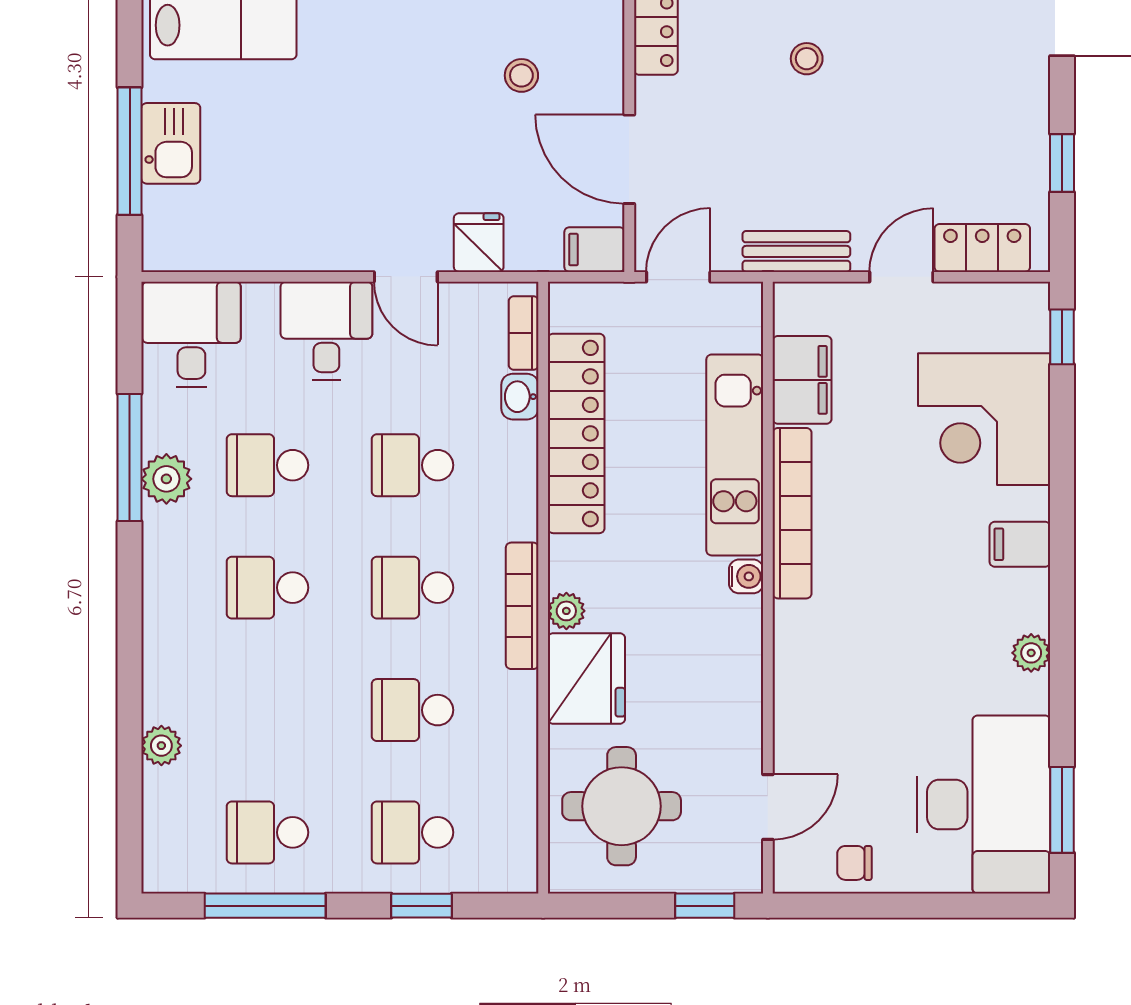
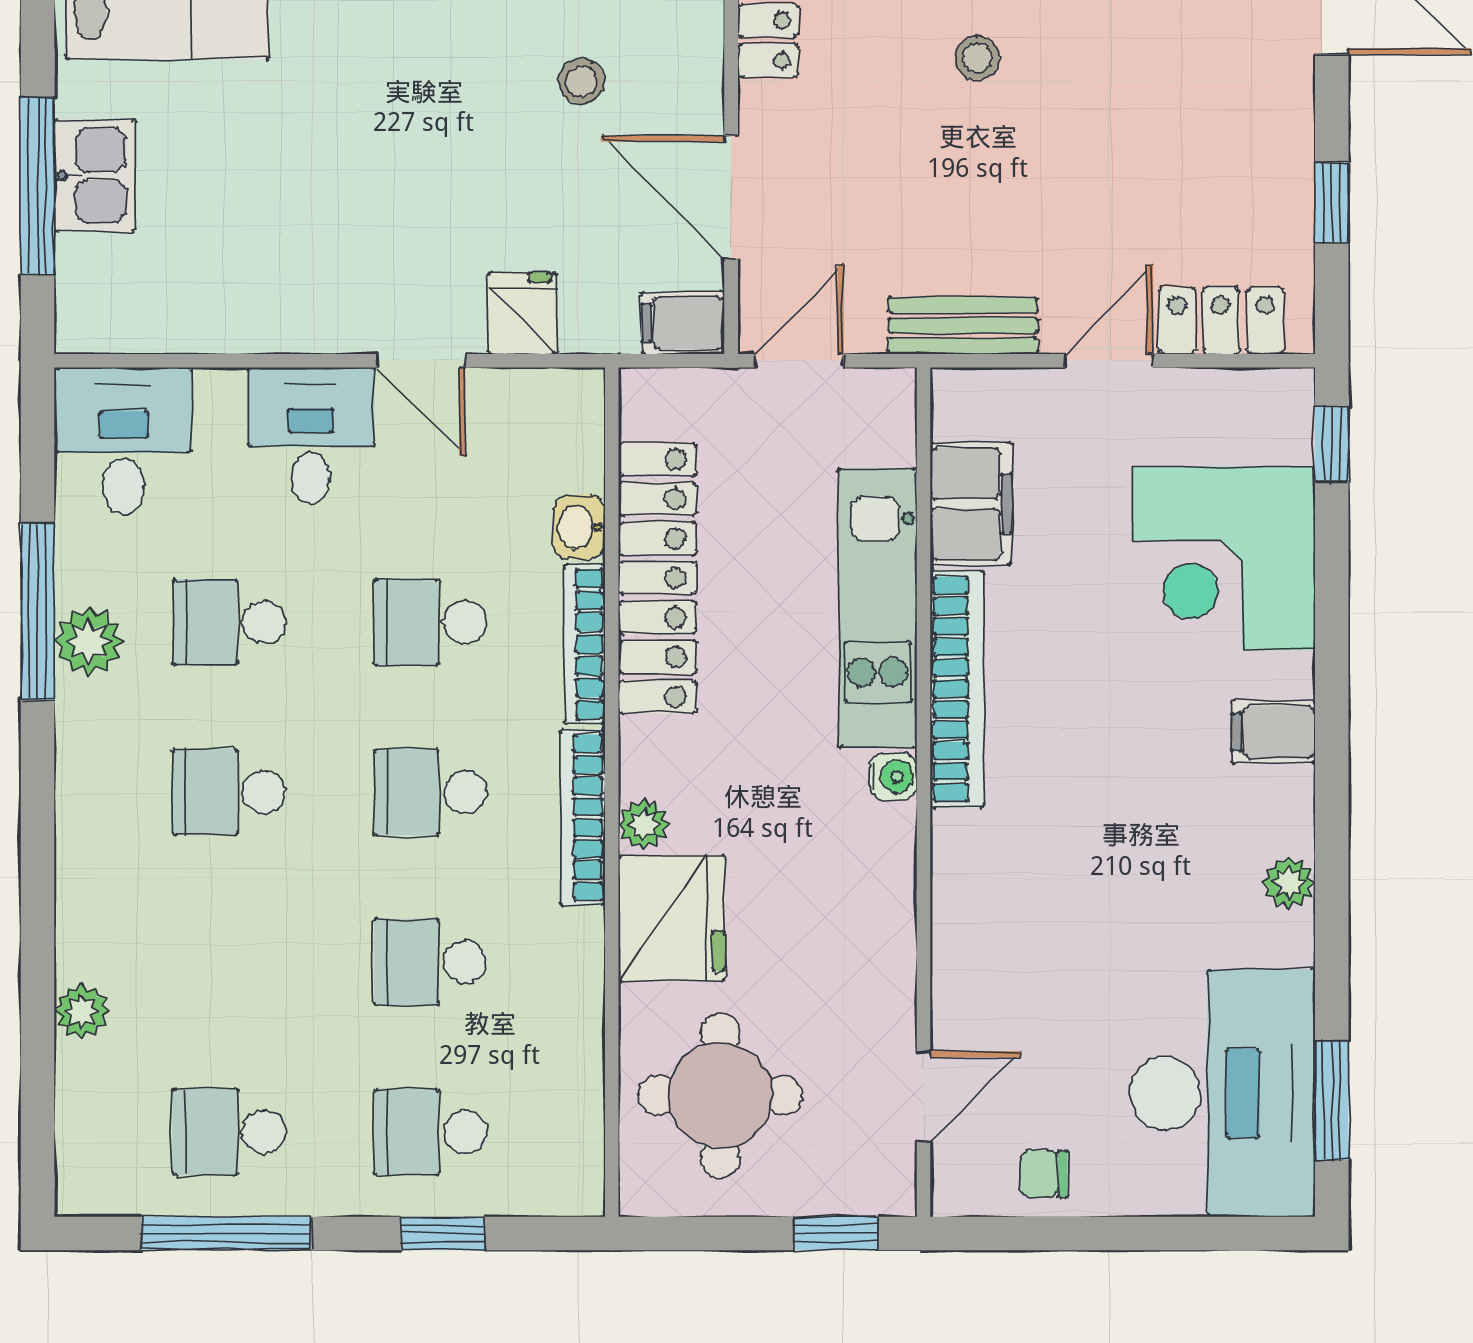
bookcase: (524, 333) -> (585, 644), moved, width x1.56

